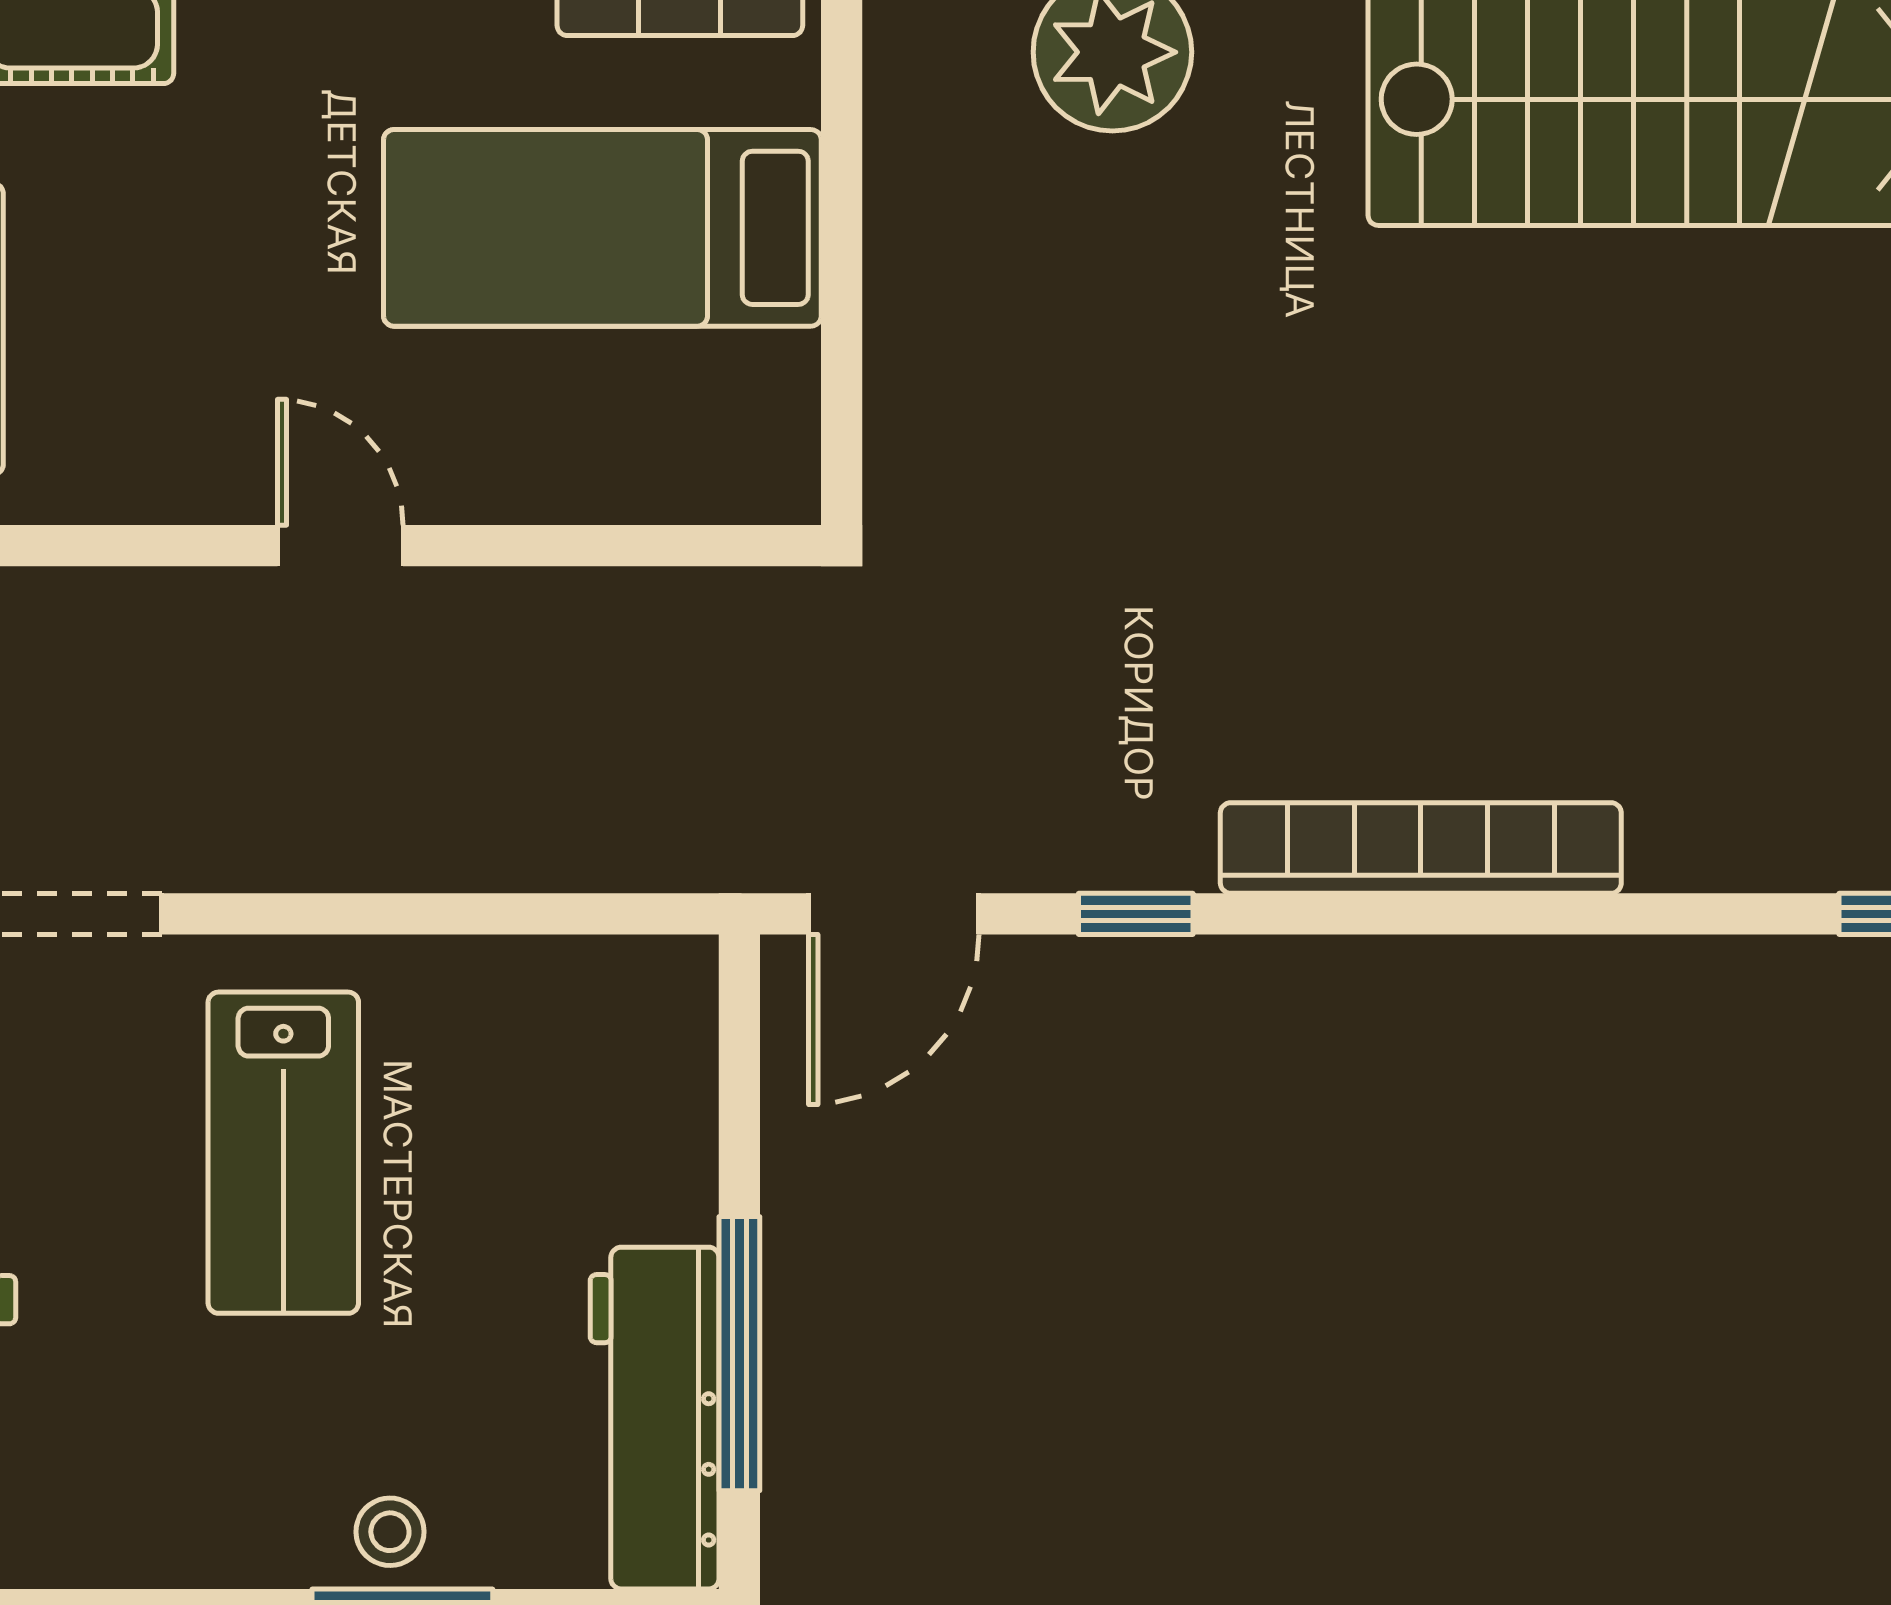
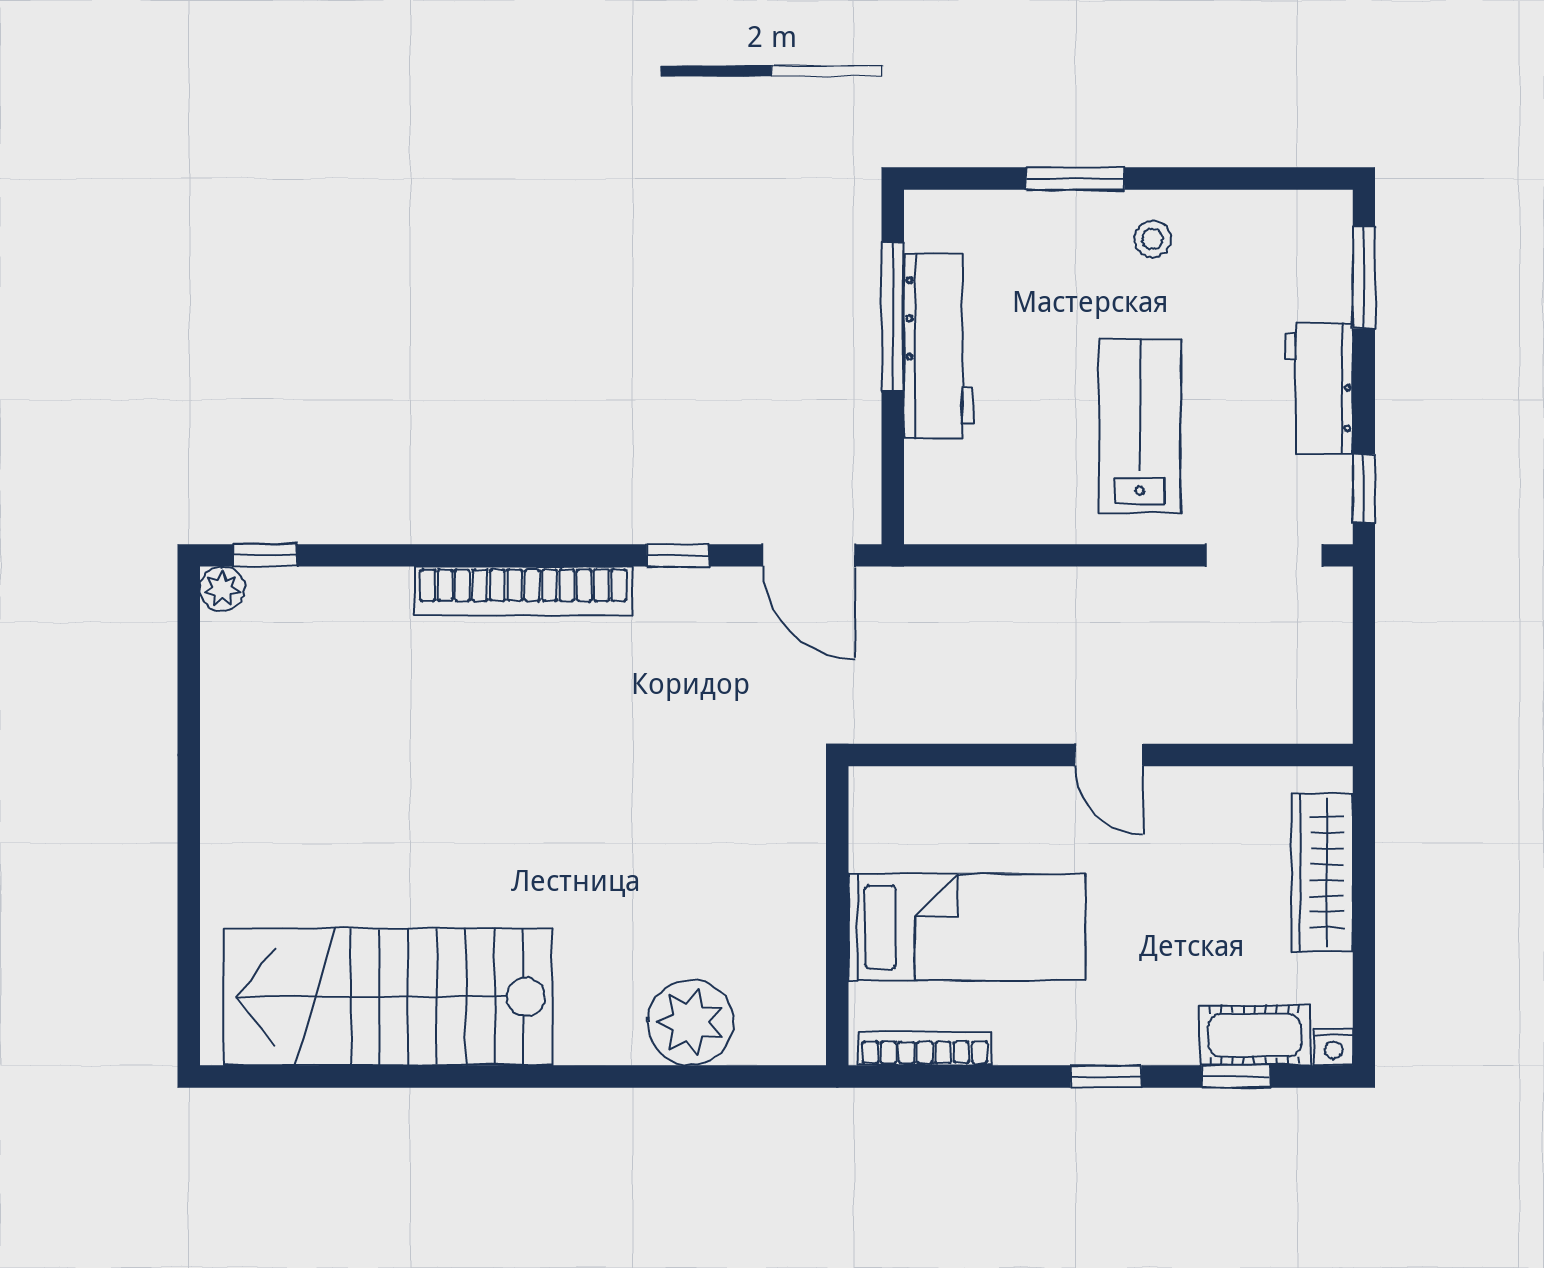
door: (894, 914) -> (809, 555), swing flipped
workbench: (655, 1418) -> (939, 346), moved
stool: (390, 1532) -> (1153, 239), moved

